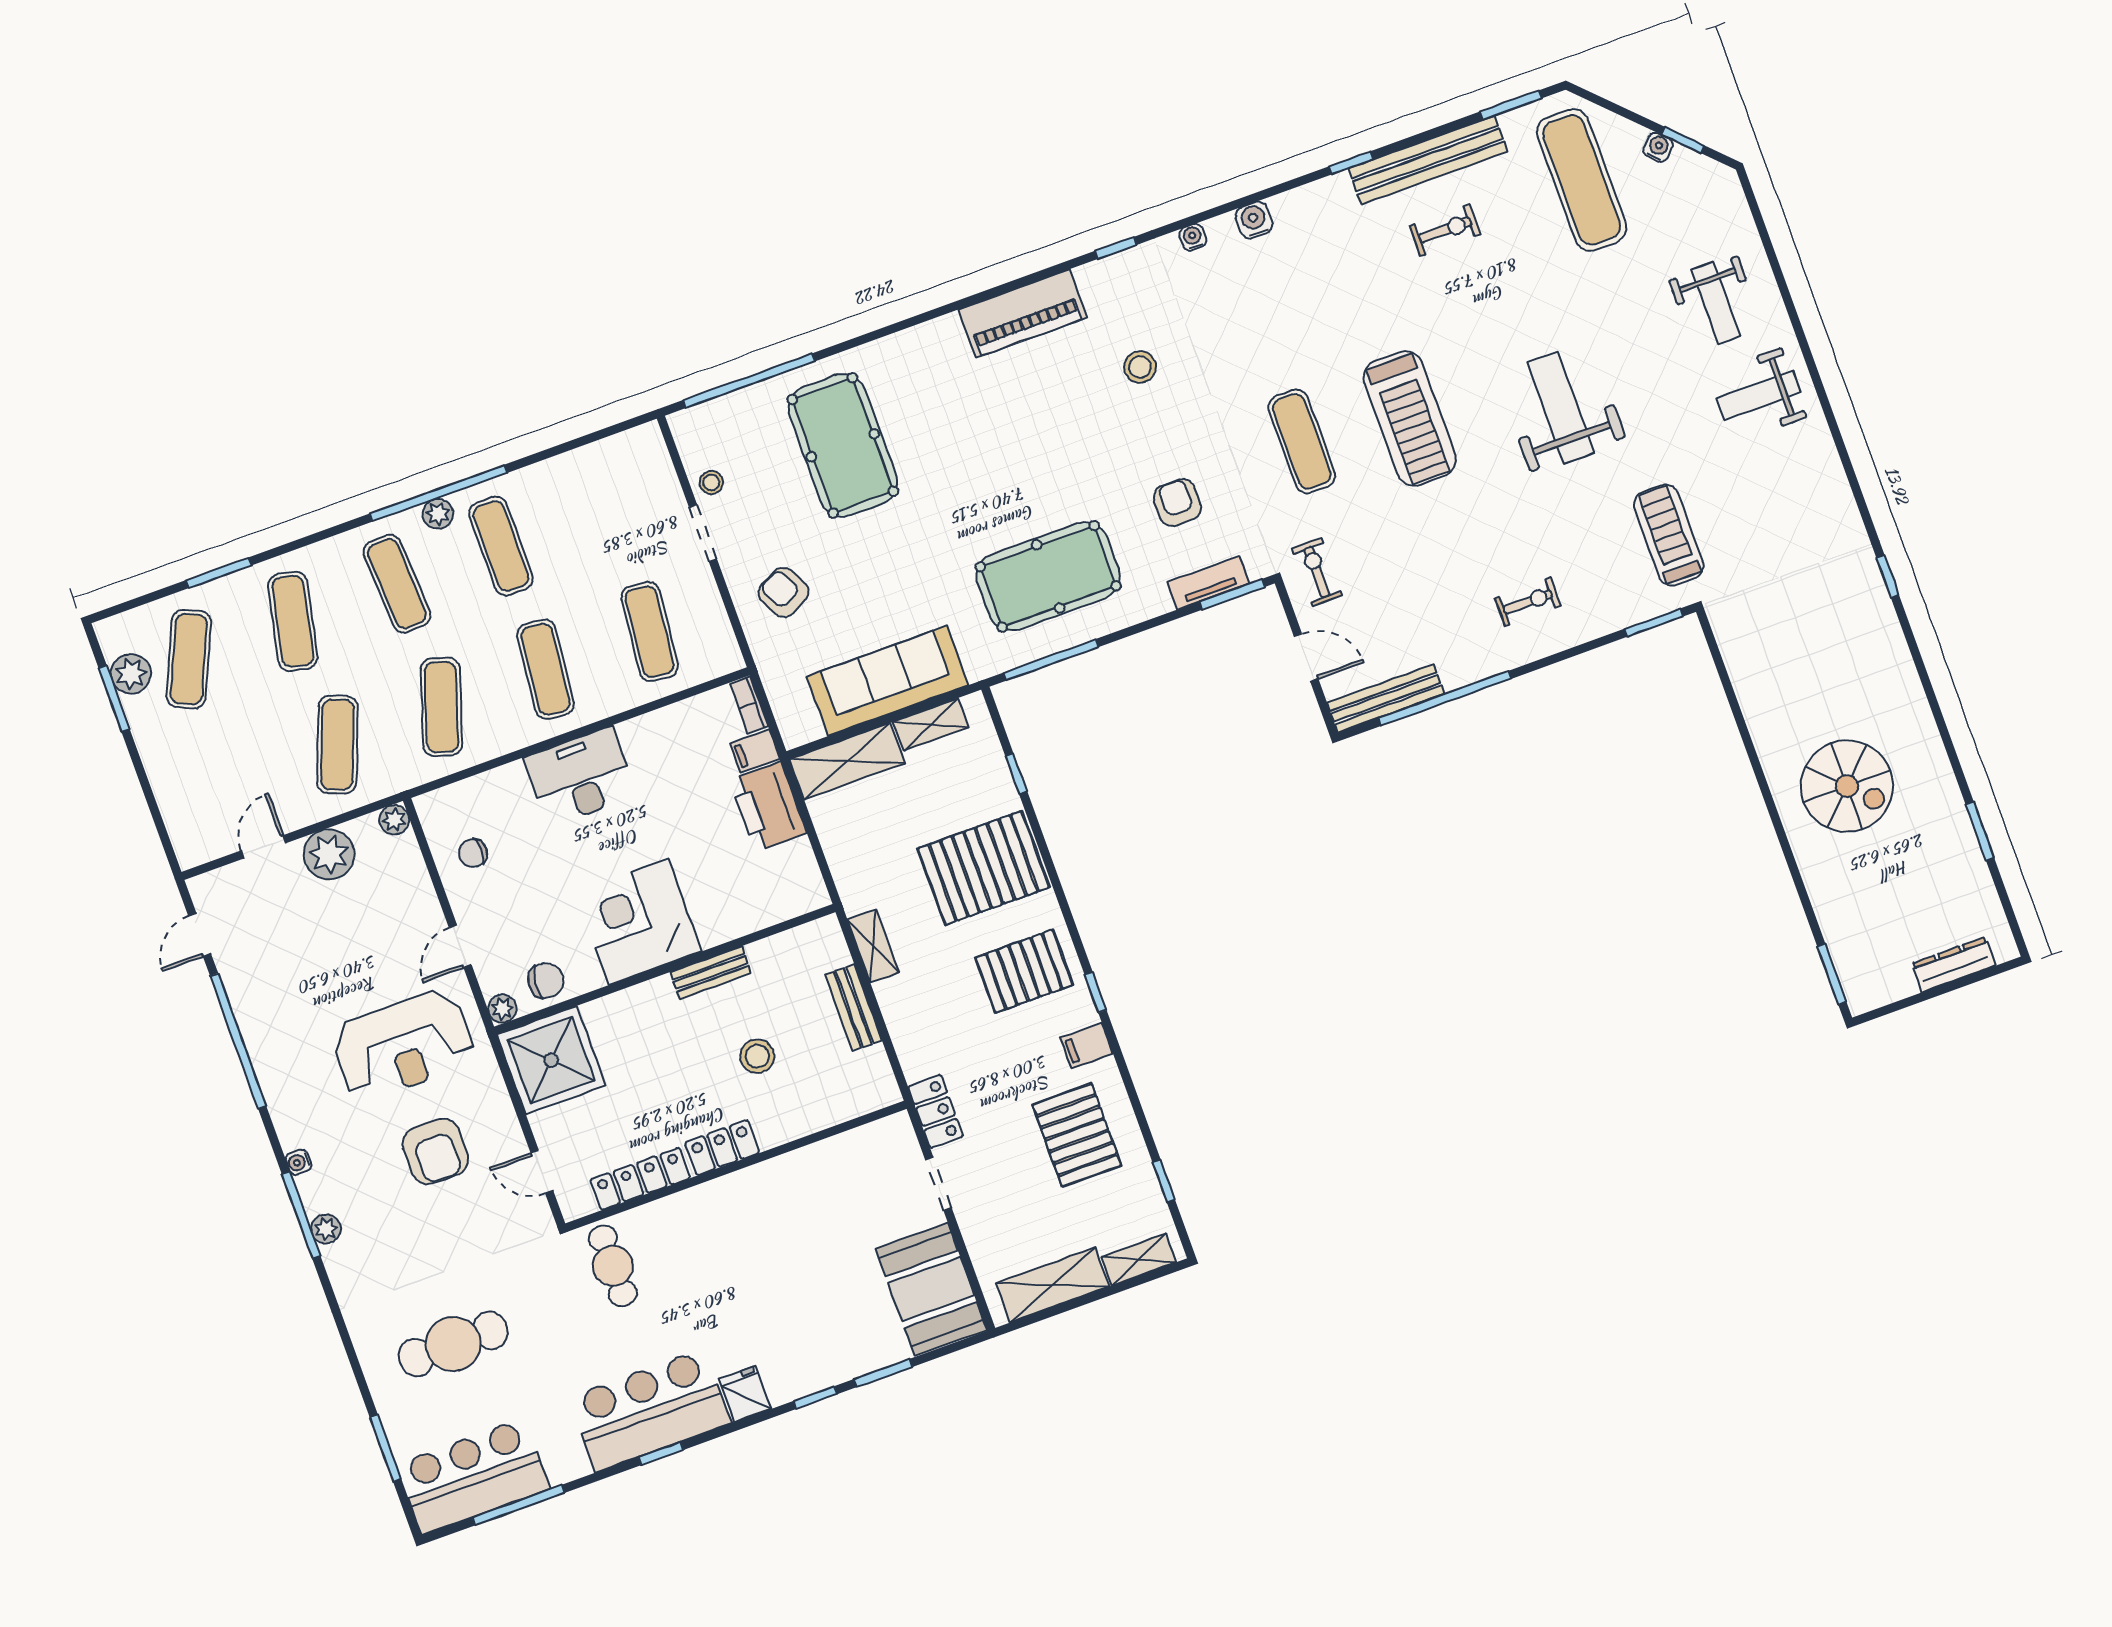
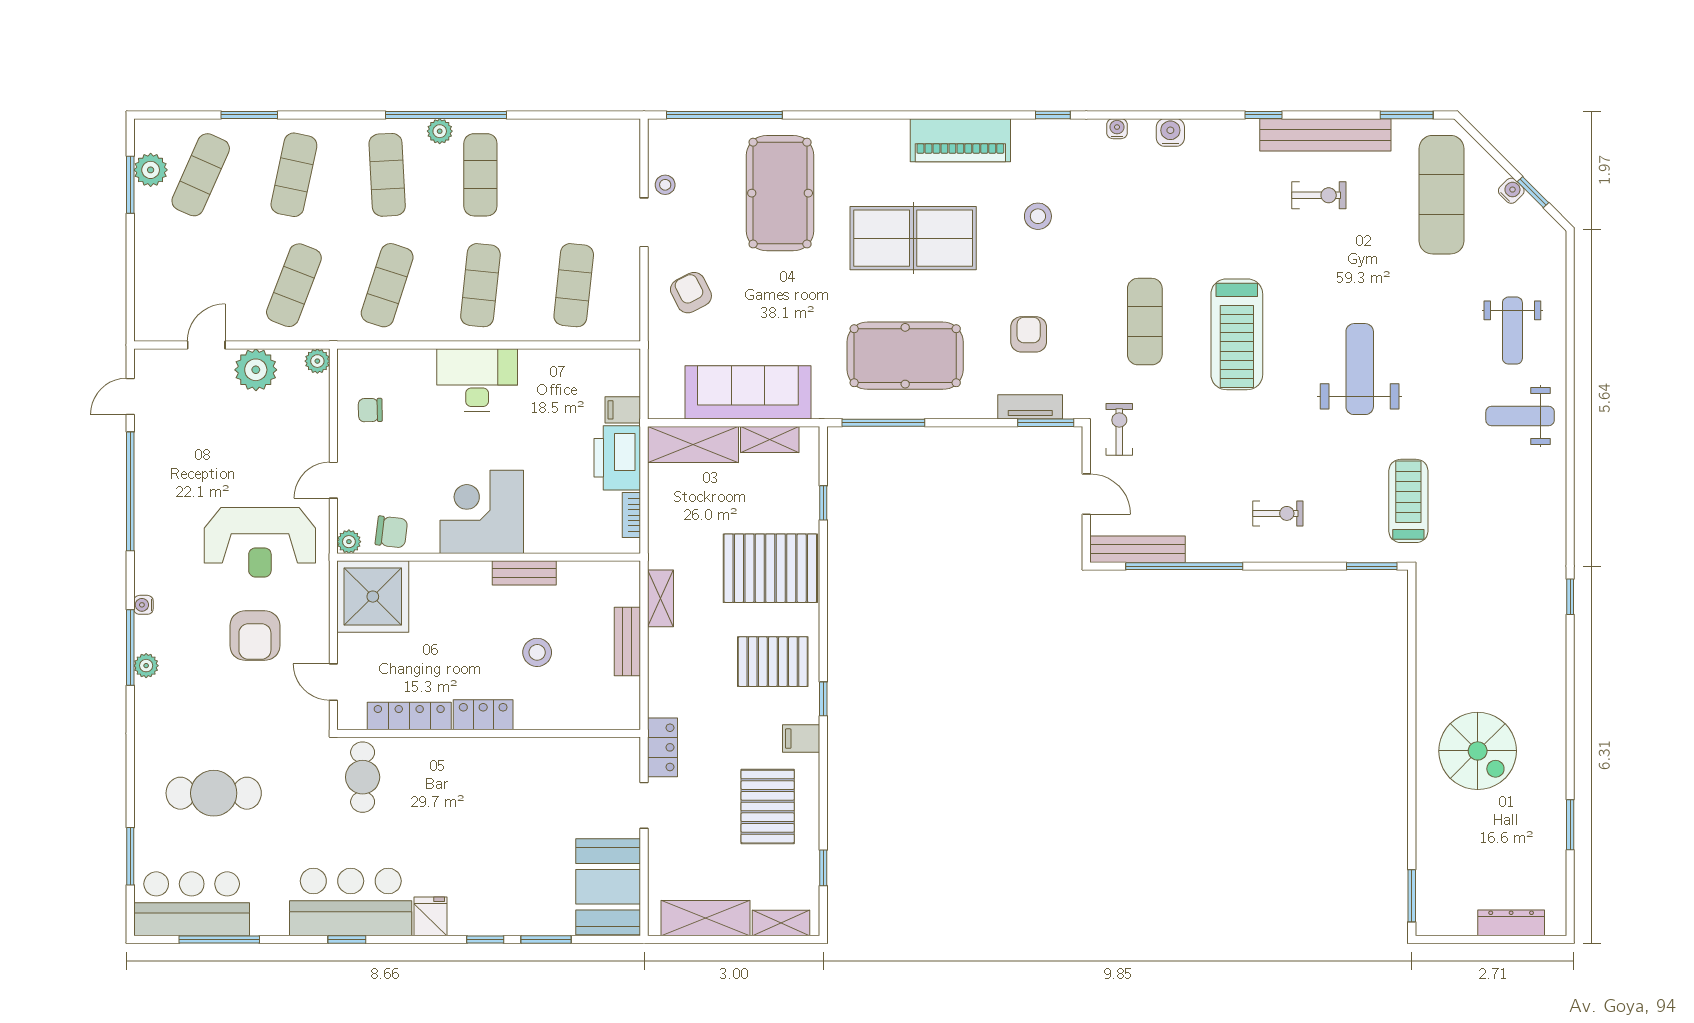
table tennis table: (1009, 442) -> (913, 238), added
bookcase: (749, 705) -> (631, 515), moved

